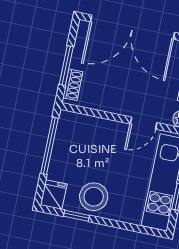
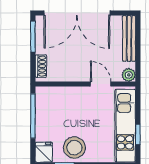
window: (66, 66) -> (33, 37), moved
door: (144, 123) -> (101, 84), swing flipped

